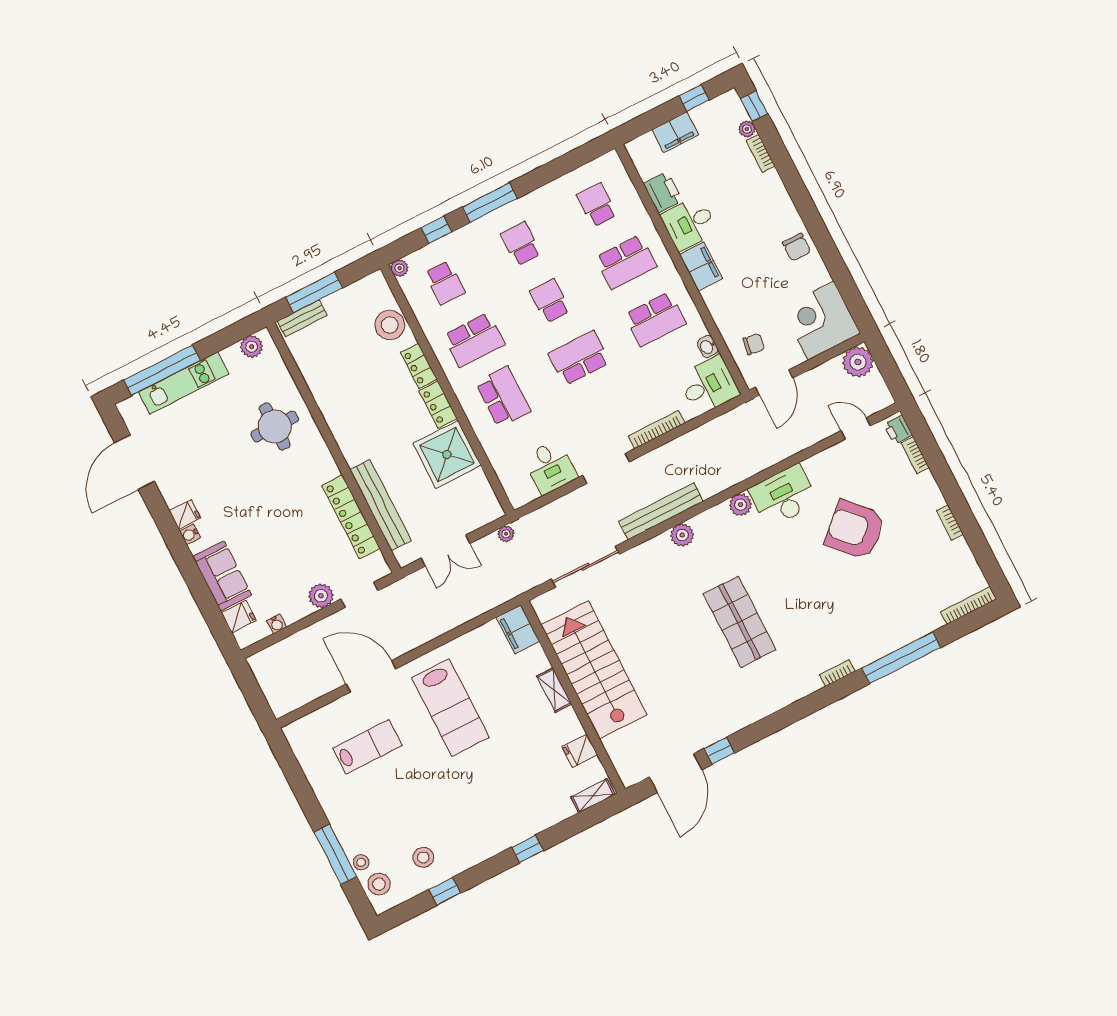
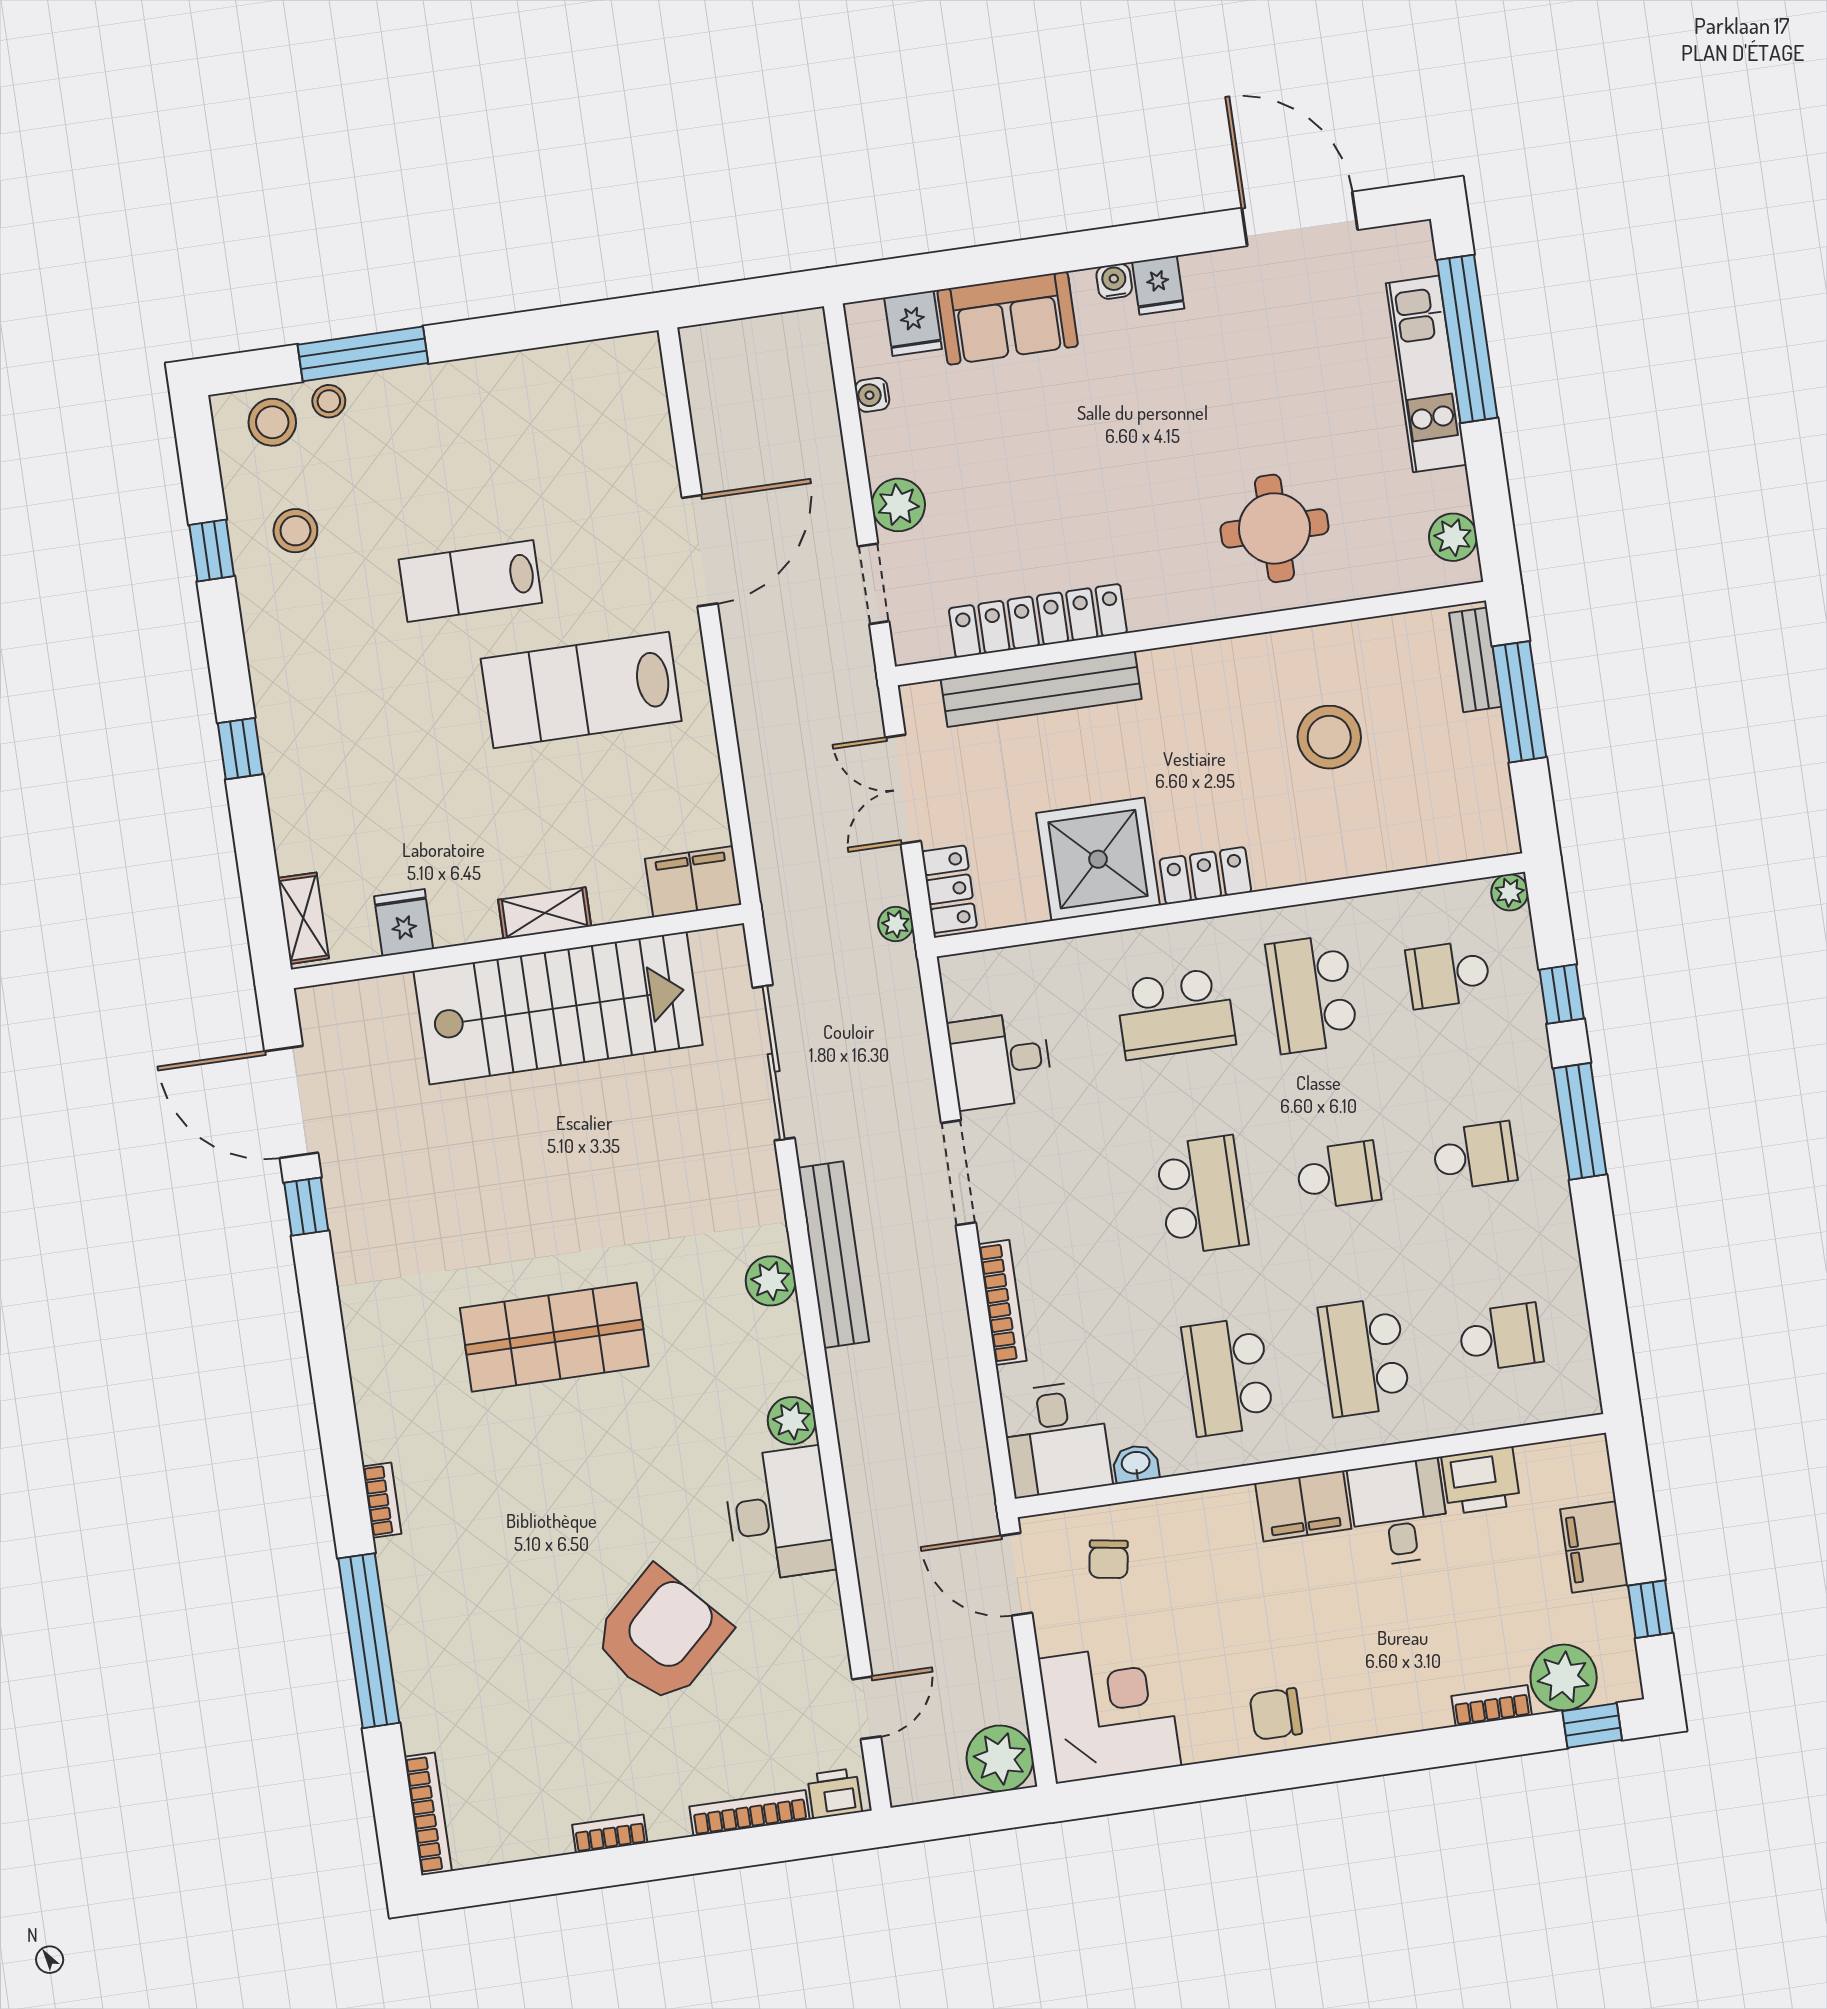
plant: (747, 129) -> (1564, 1678), width x1.87, depth x1.87
stool: (390, 325) -> (1329, 737), moved
locker: (419, 366) -> (949, 889), moved, turned 90
bookcase: (915, 455) -> (750, 1813), width x1.56
lab bench: (367, 747) -> (470, 581), moved, turned 90

